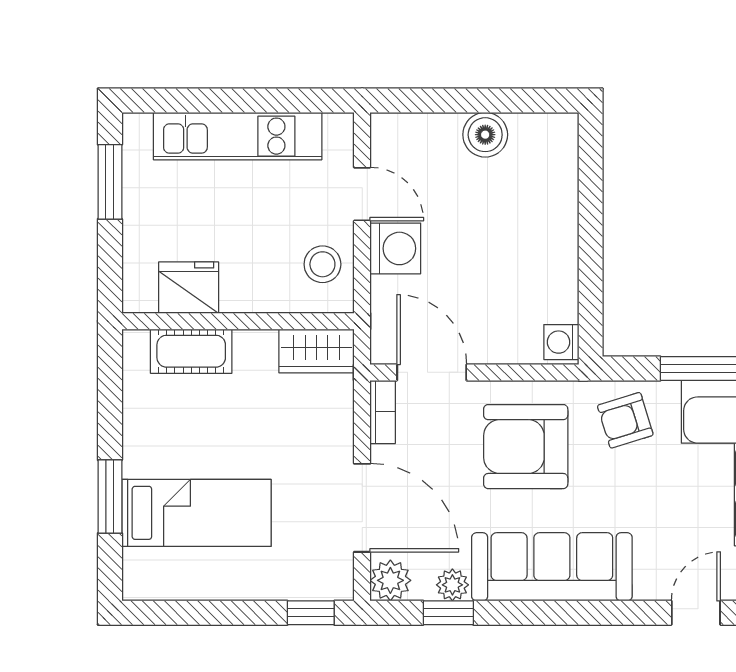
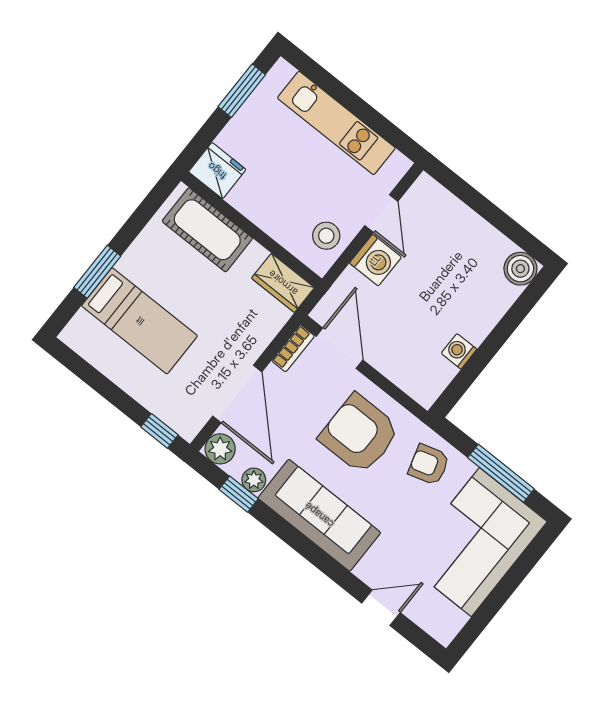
boiler: (485, 135) -> (520, 269), moved
fridge: (189, 288) -> (217, 171), moved
washing machine: (561, 342) -> (459, 351), moved
cot: (191, 351) -> (207, 230), width x1.37, depth x1.34

